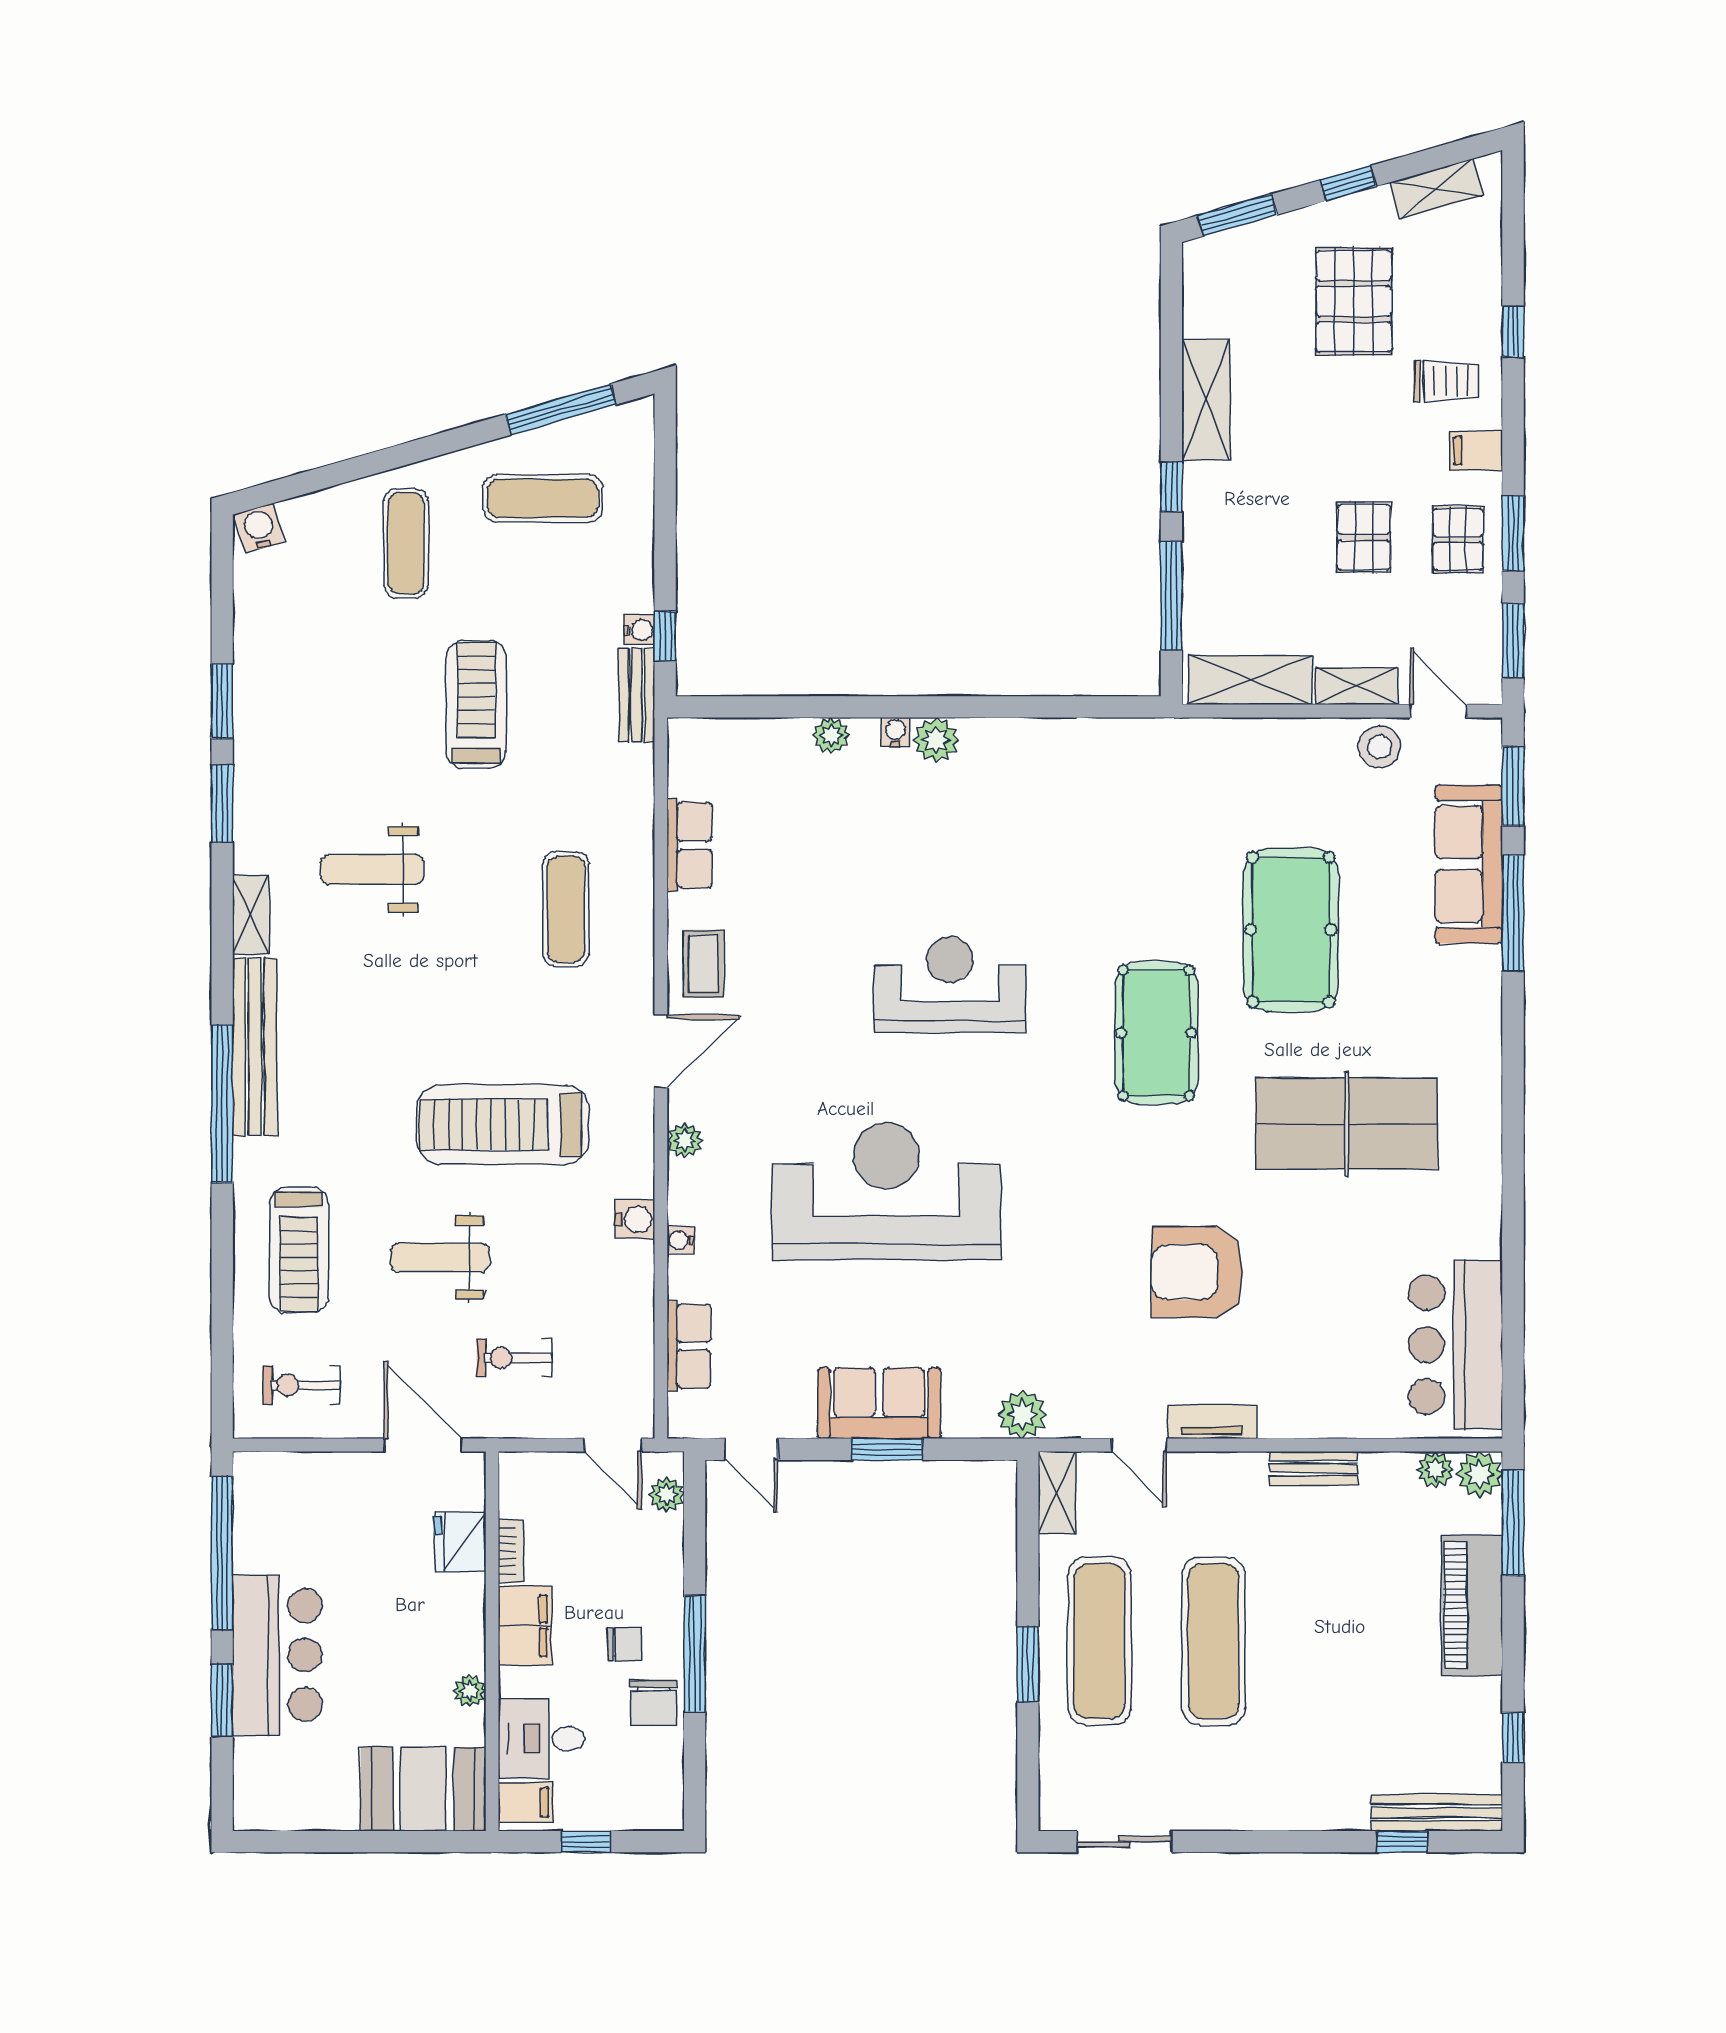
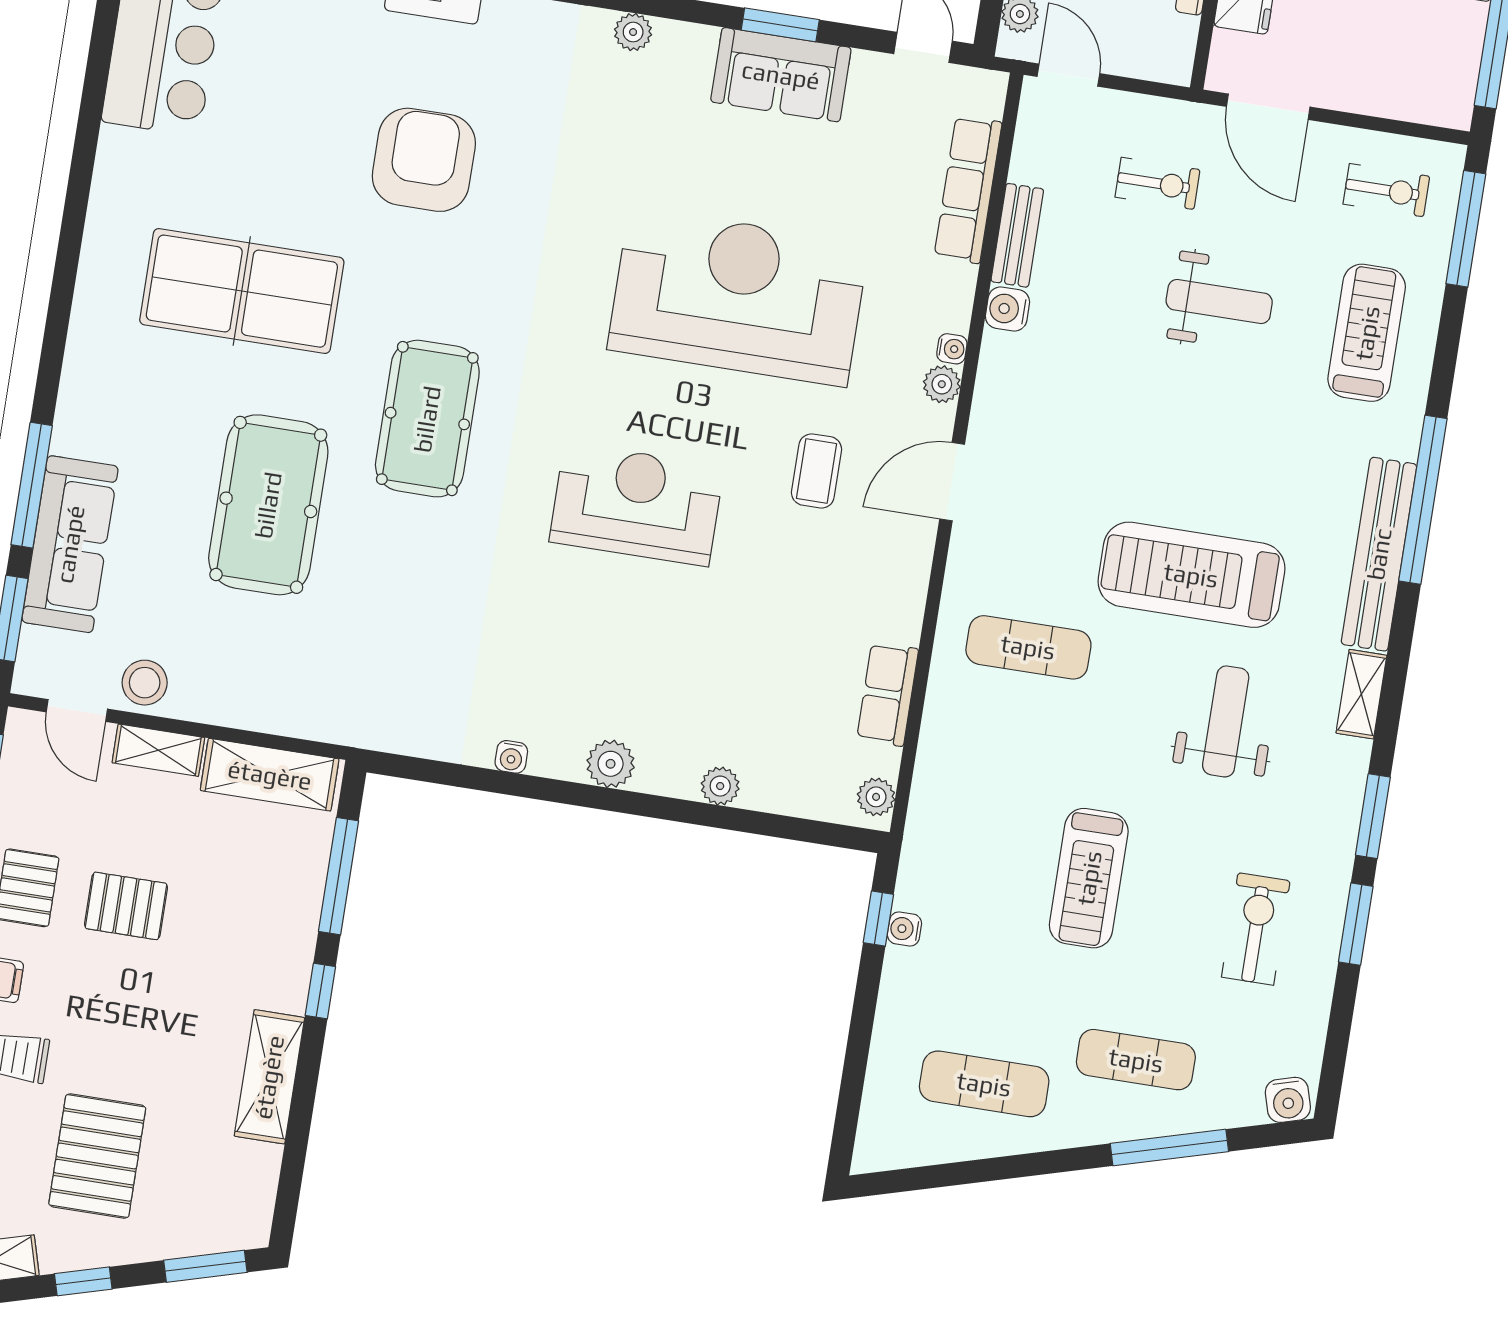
window: (561, 409) -> (1169, 1147), moved
pallet: (1364, 537) -> (126, 906), turned 90
exercise mat: (406, 543) -> (1136, 1060), turned 90
exercise bike: (314, 682) -> (1256, 929), added
bench: (637, 695) -> (1017, 235), moved
water cooler: (895, 732) -> (511, 757), moved
plant: (685, 748) -> (876, 797), added
weight bench: (372, 869) -> (1226, 721), turned -90
exercise mat: (566, 909) -> (1028, 647), turned 90
coffee table: (704, 964) -> (817, 471), moved
reception desk: (950, 984) -> (637, 504), turned 180
treadmill: (503, 1125) -> (1191, 575), moved, turned 180
reception desk: (886, 1191) -> (738, 296), turned 180
water cooler: (681, 1240) -> (952, 349), moved
armchair: (1197, 1272) -> (424, 160), turned -90
row of seats: (689, 1346) -> (968, 190), width x1.48
window: (222, 1361) -> (1466, 229), added
plant: (1022, 1414) -> (633, 32), width x0.73, depth x0.73

